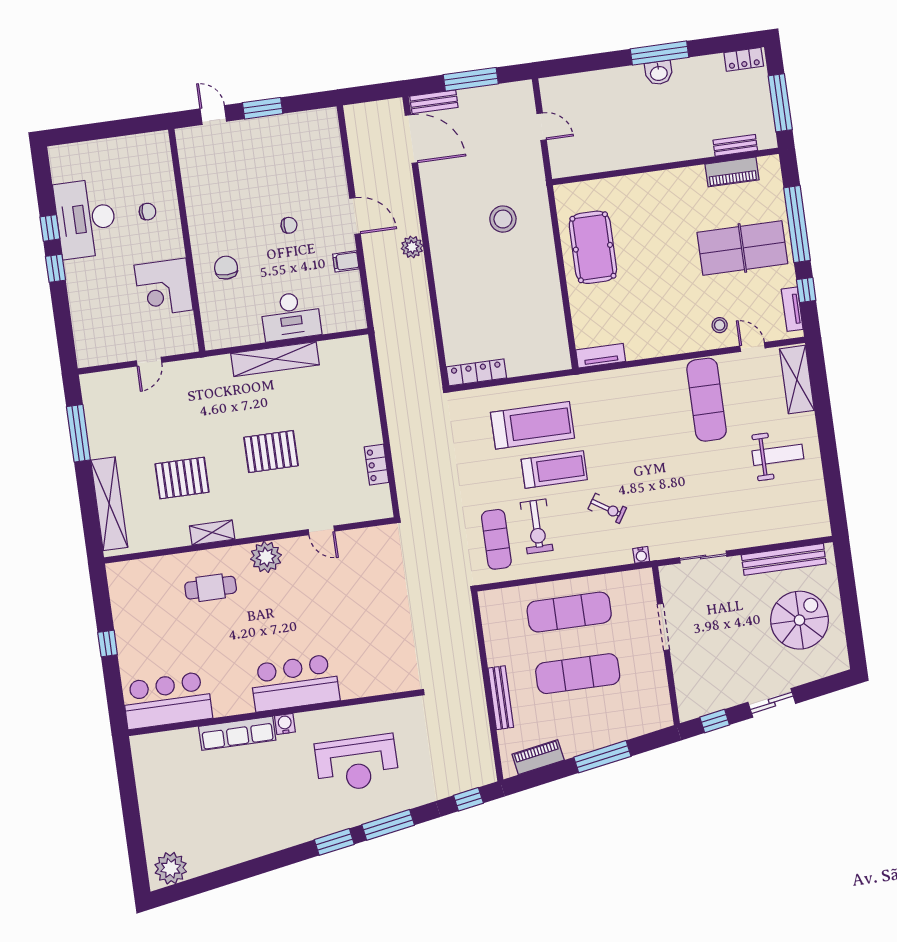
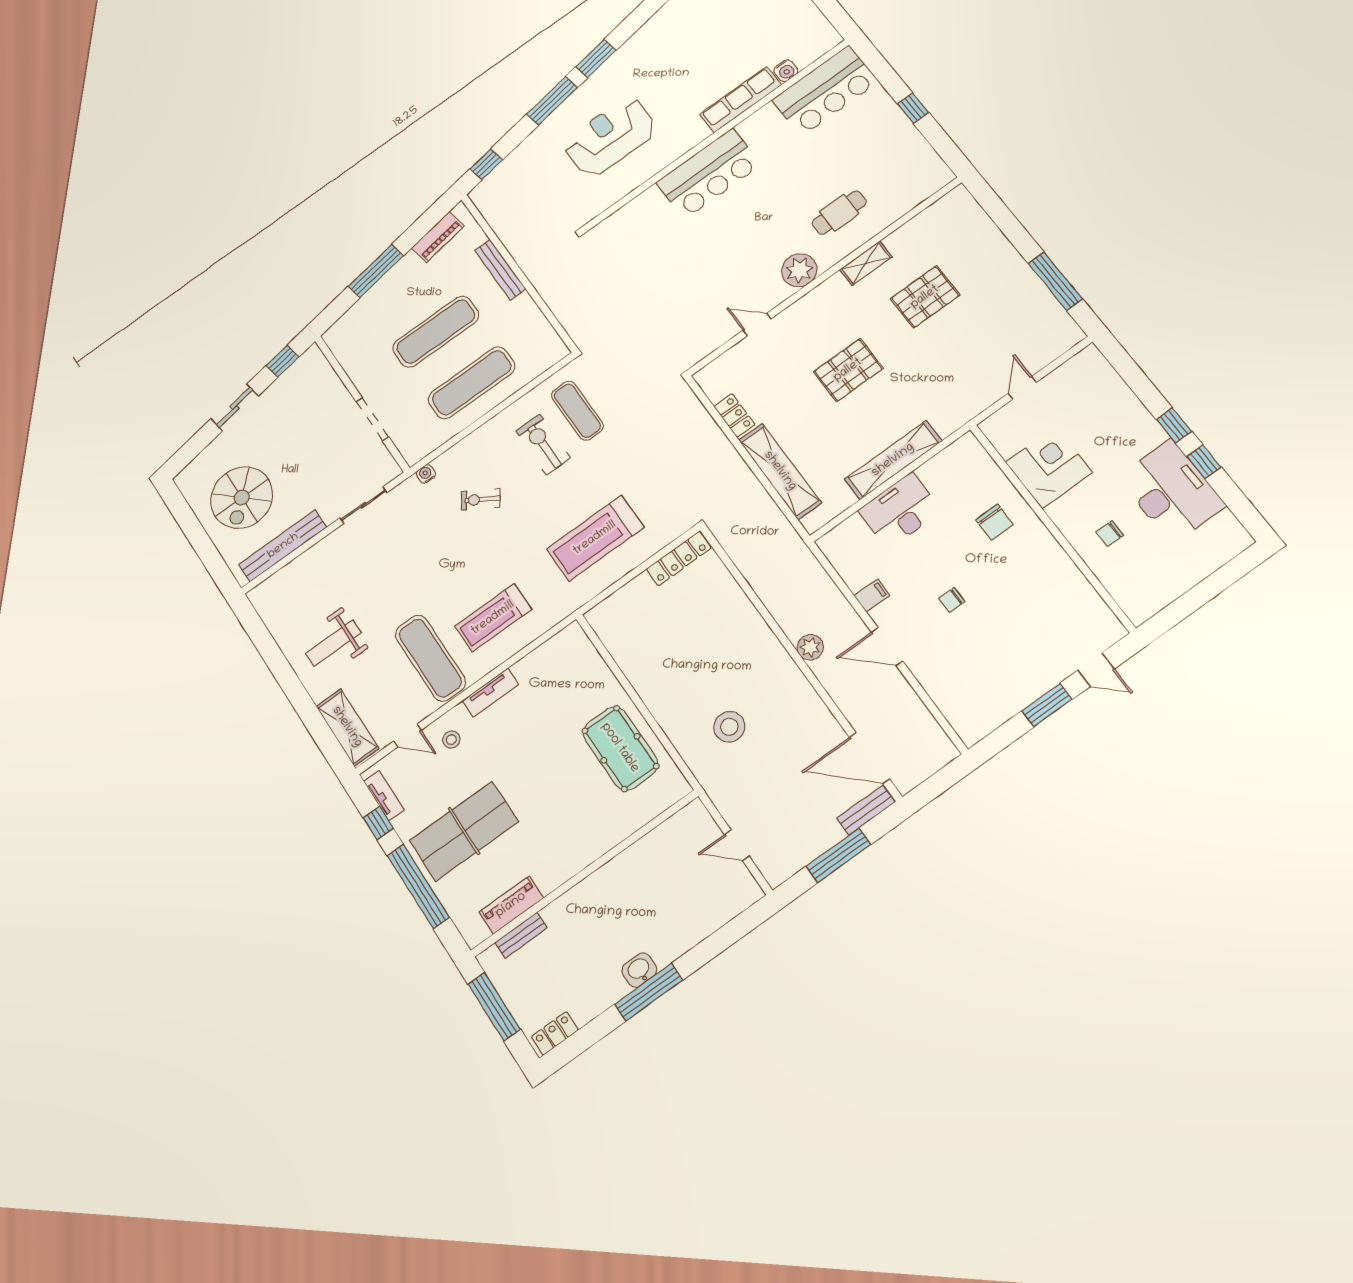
tv unit: (601, 356) -> (490, 693), moved
treadmill: (554, 469) -> (493, 618), moved
shelving: (109, 504) -> (780, 471), moved
water cooler: (285, 724) -> (786, 71), moved

